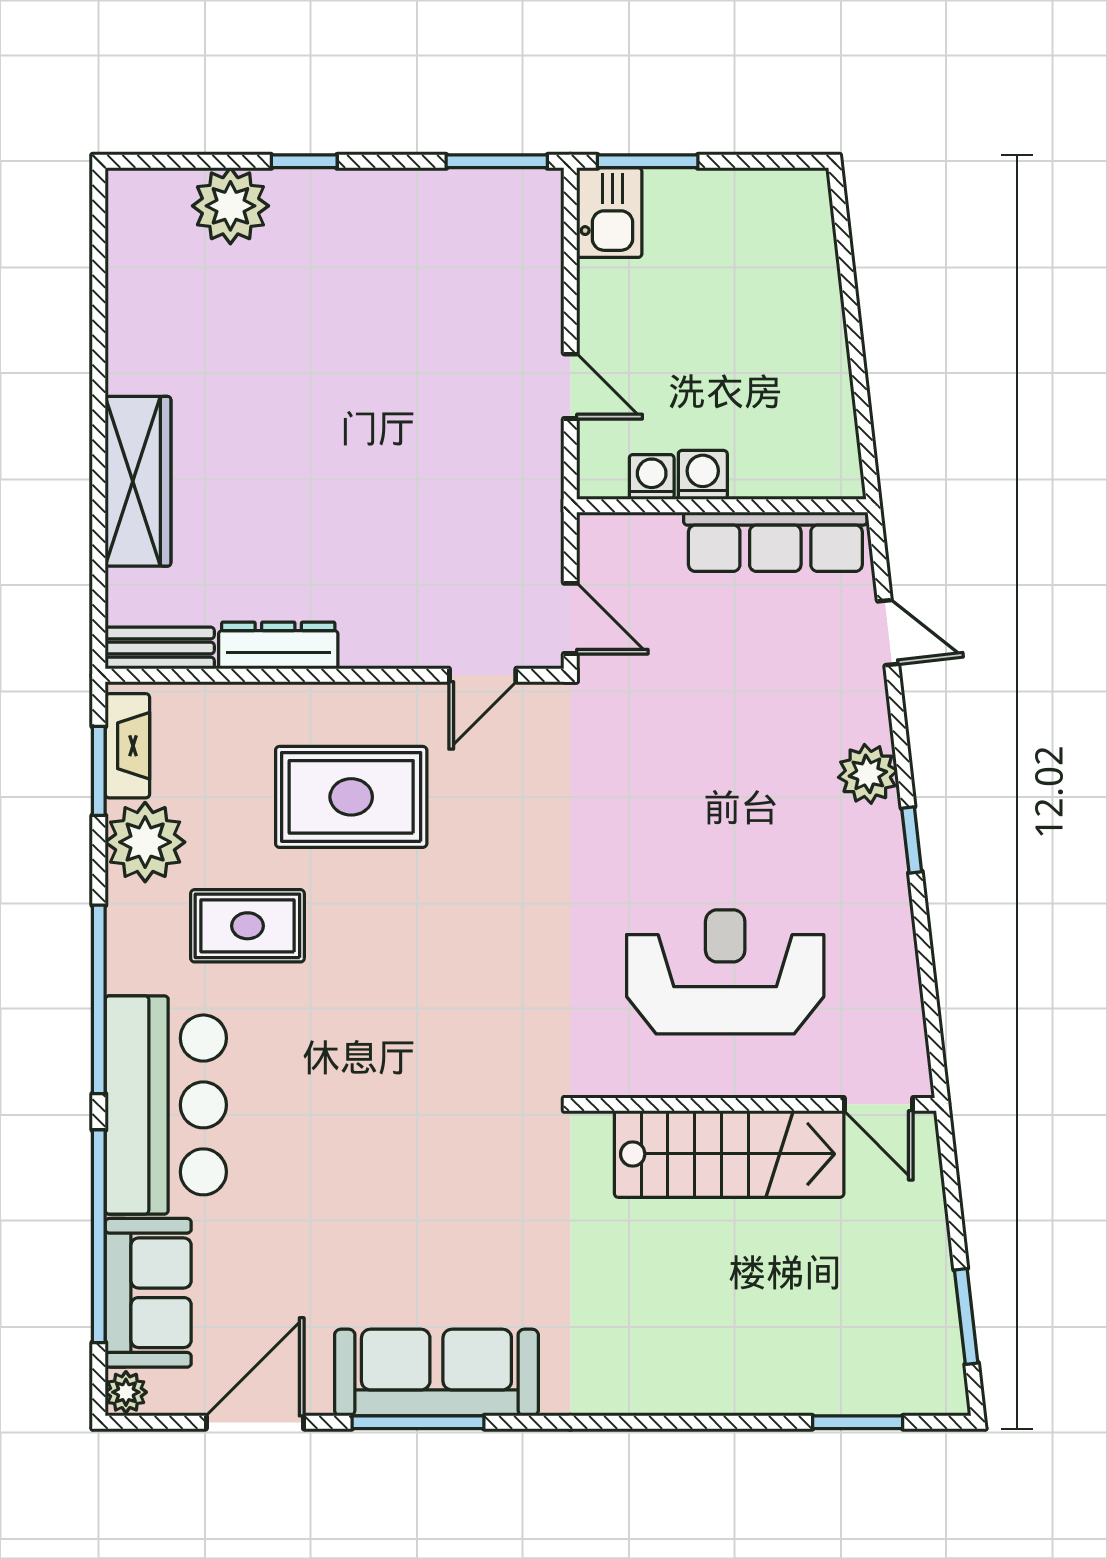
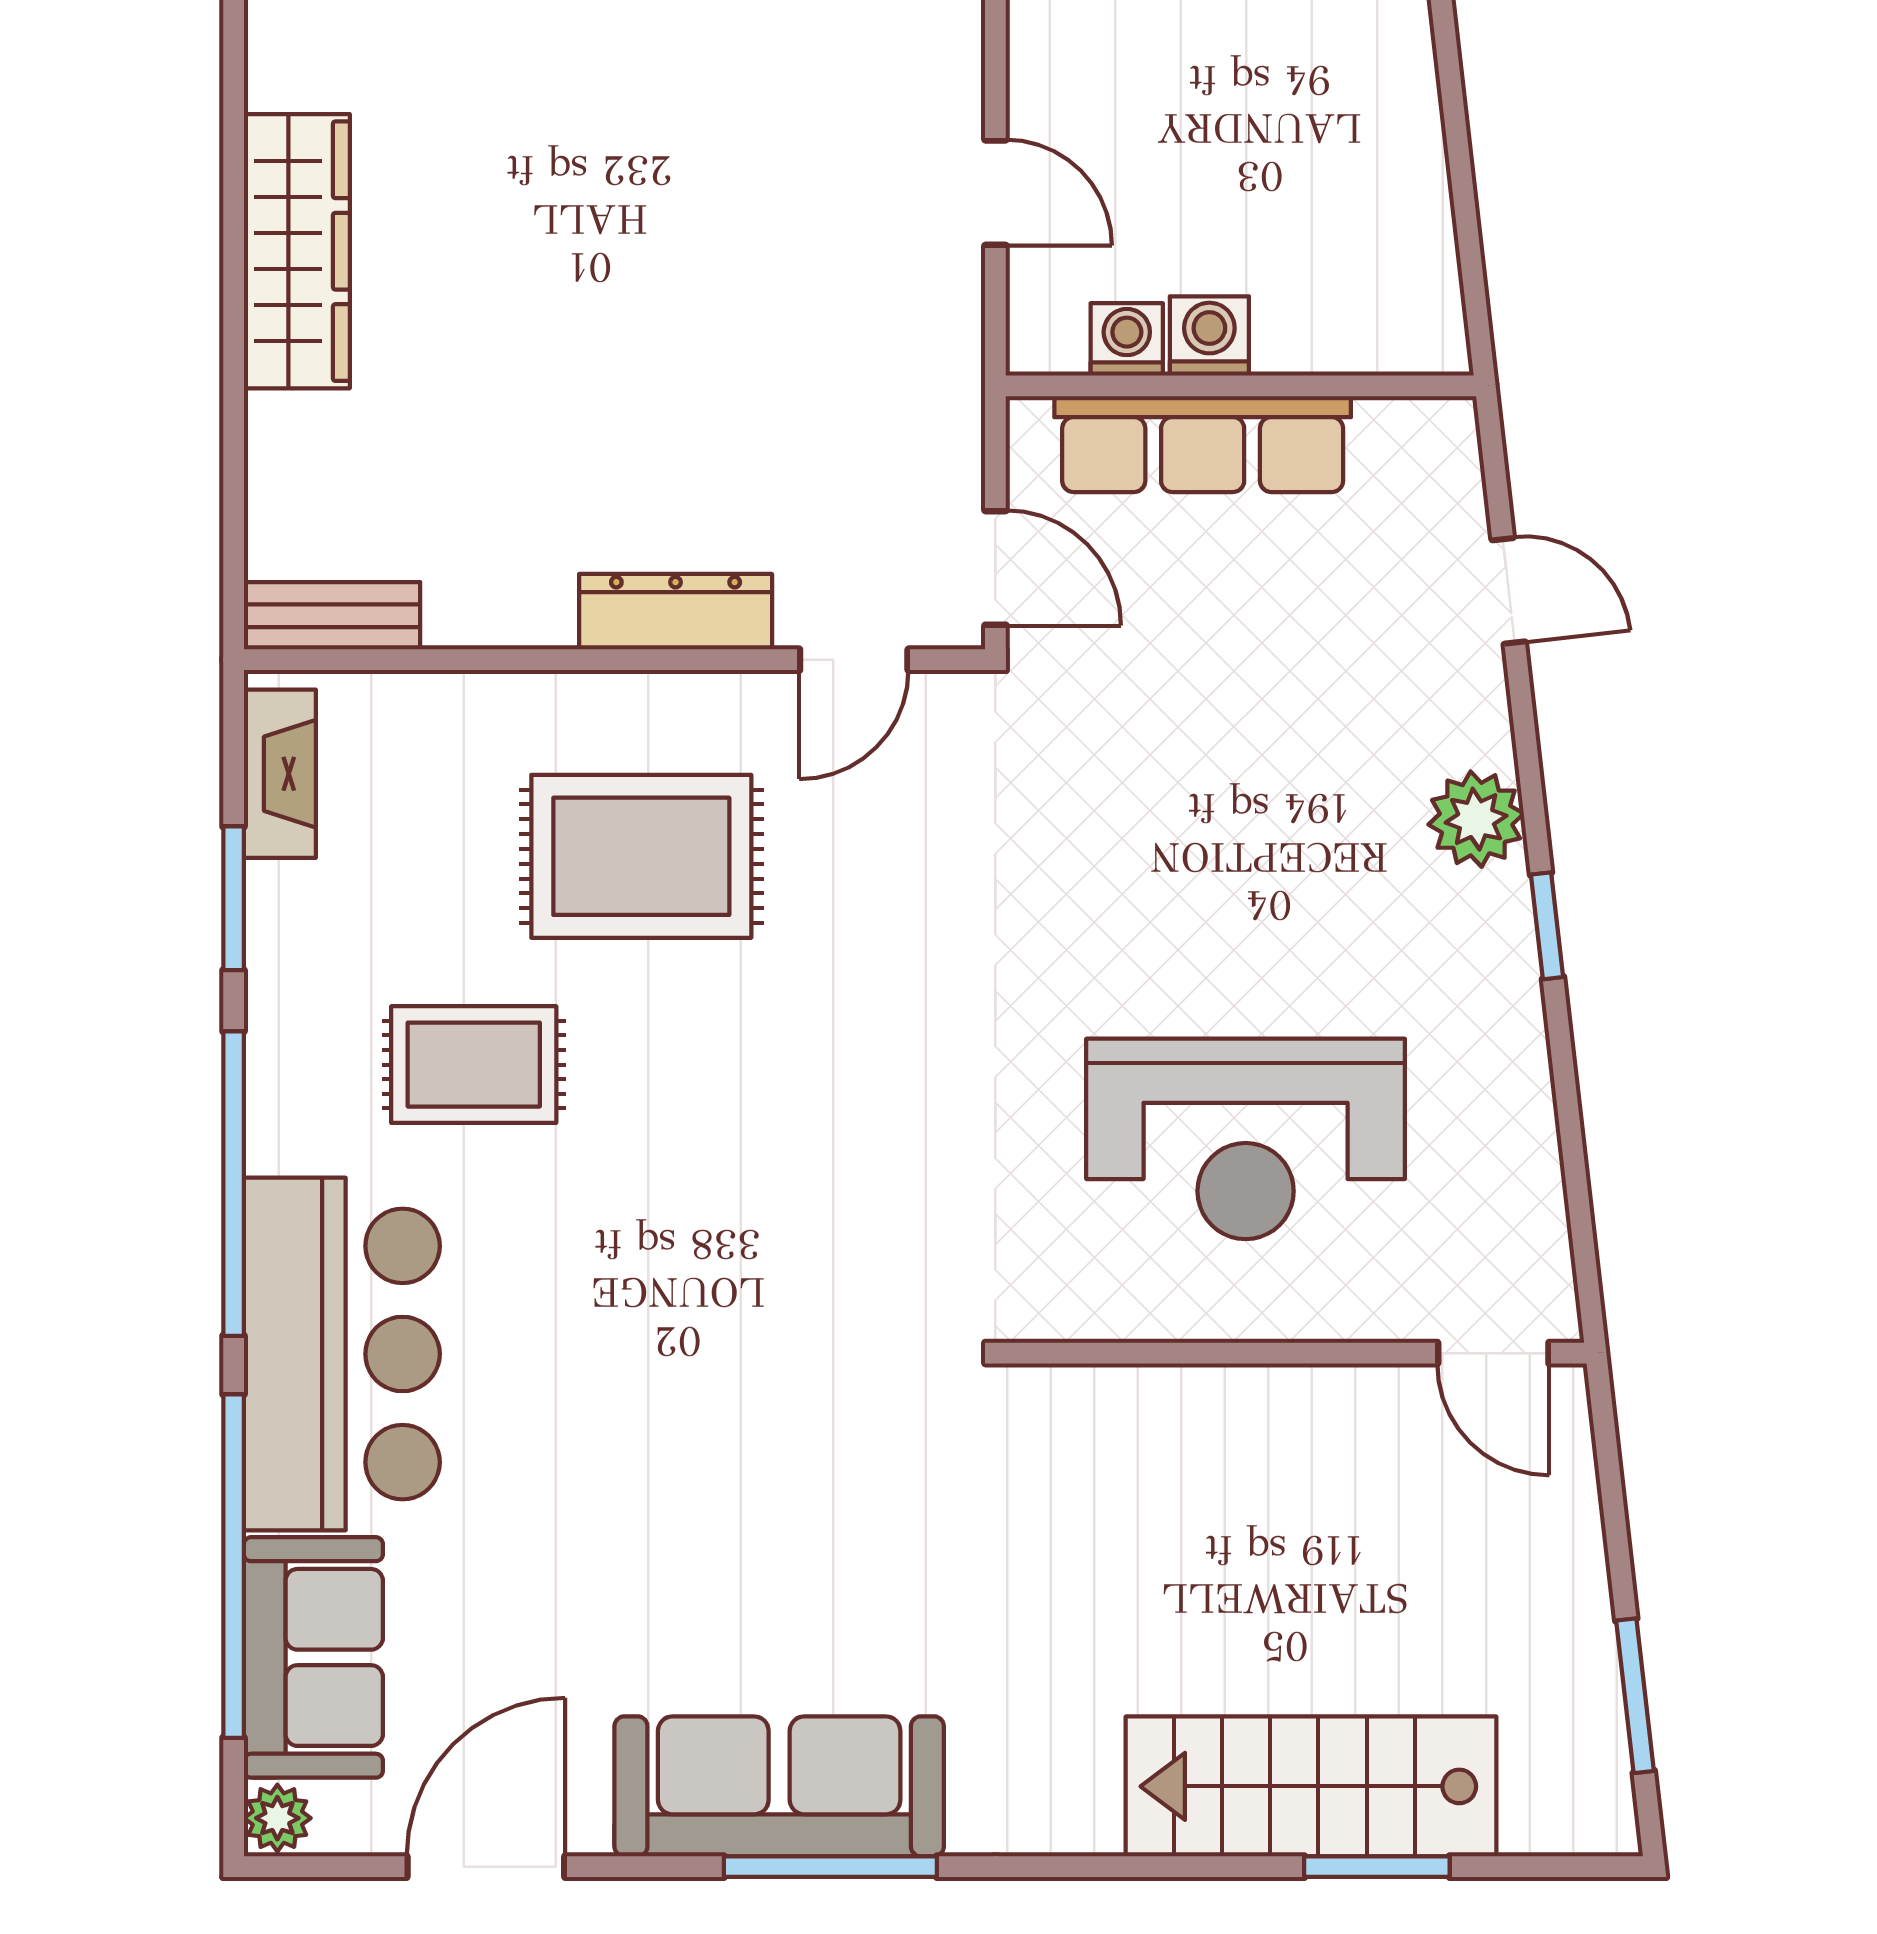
wardrobe: (138, 481) -> (297, 251), moved
row of seats: (775, 542) -> (1203, 444), moved
dresser: (278, 645) -> (676, 612), moved
window: (99, 771) -> (234, 898), moved
plant: (145, 842) -> (308, 929), removed
reception desk: (725, 972) -> (1246, 1139), turned 180
stairs: (729, 1154) -> (1311, 1786), moved, turned 180
window: (418, 1422) -> (830, 1867), moved
window: (858, 1422) -> (1377, 1867), moved

